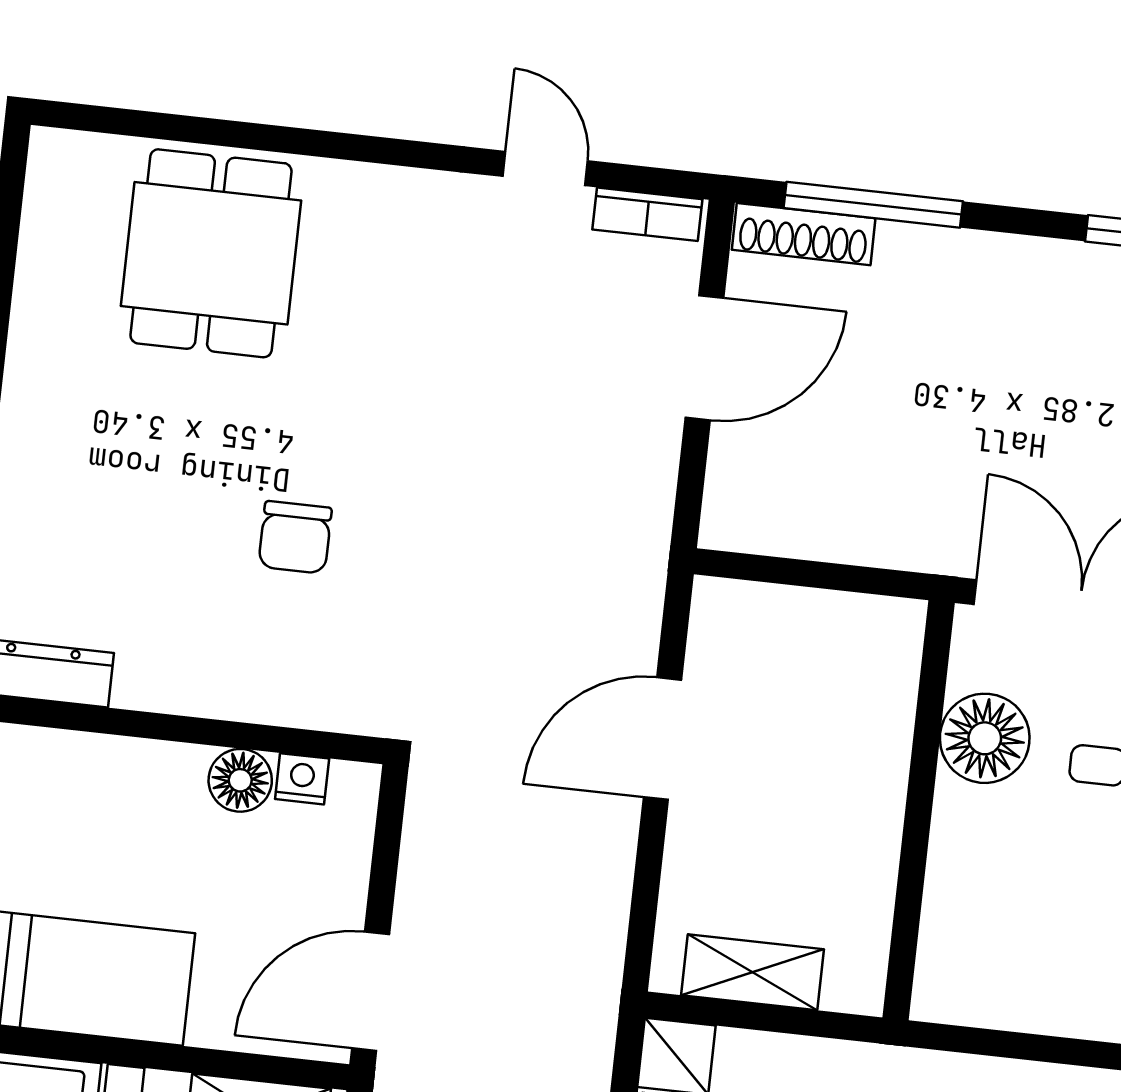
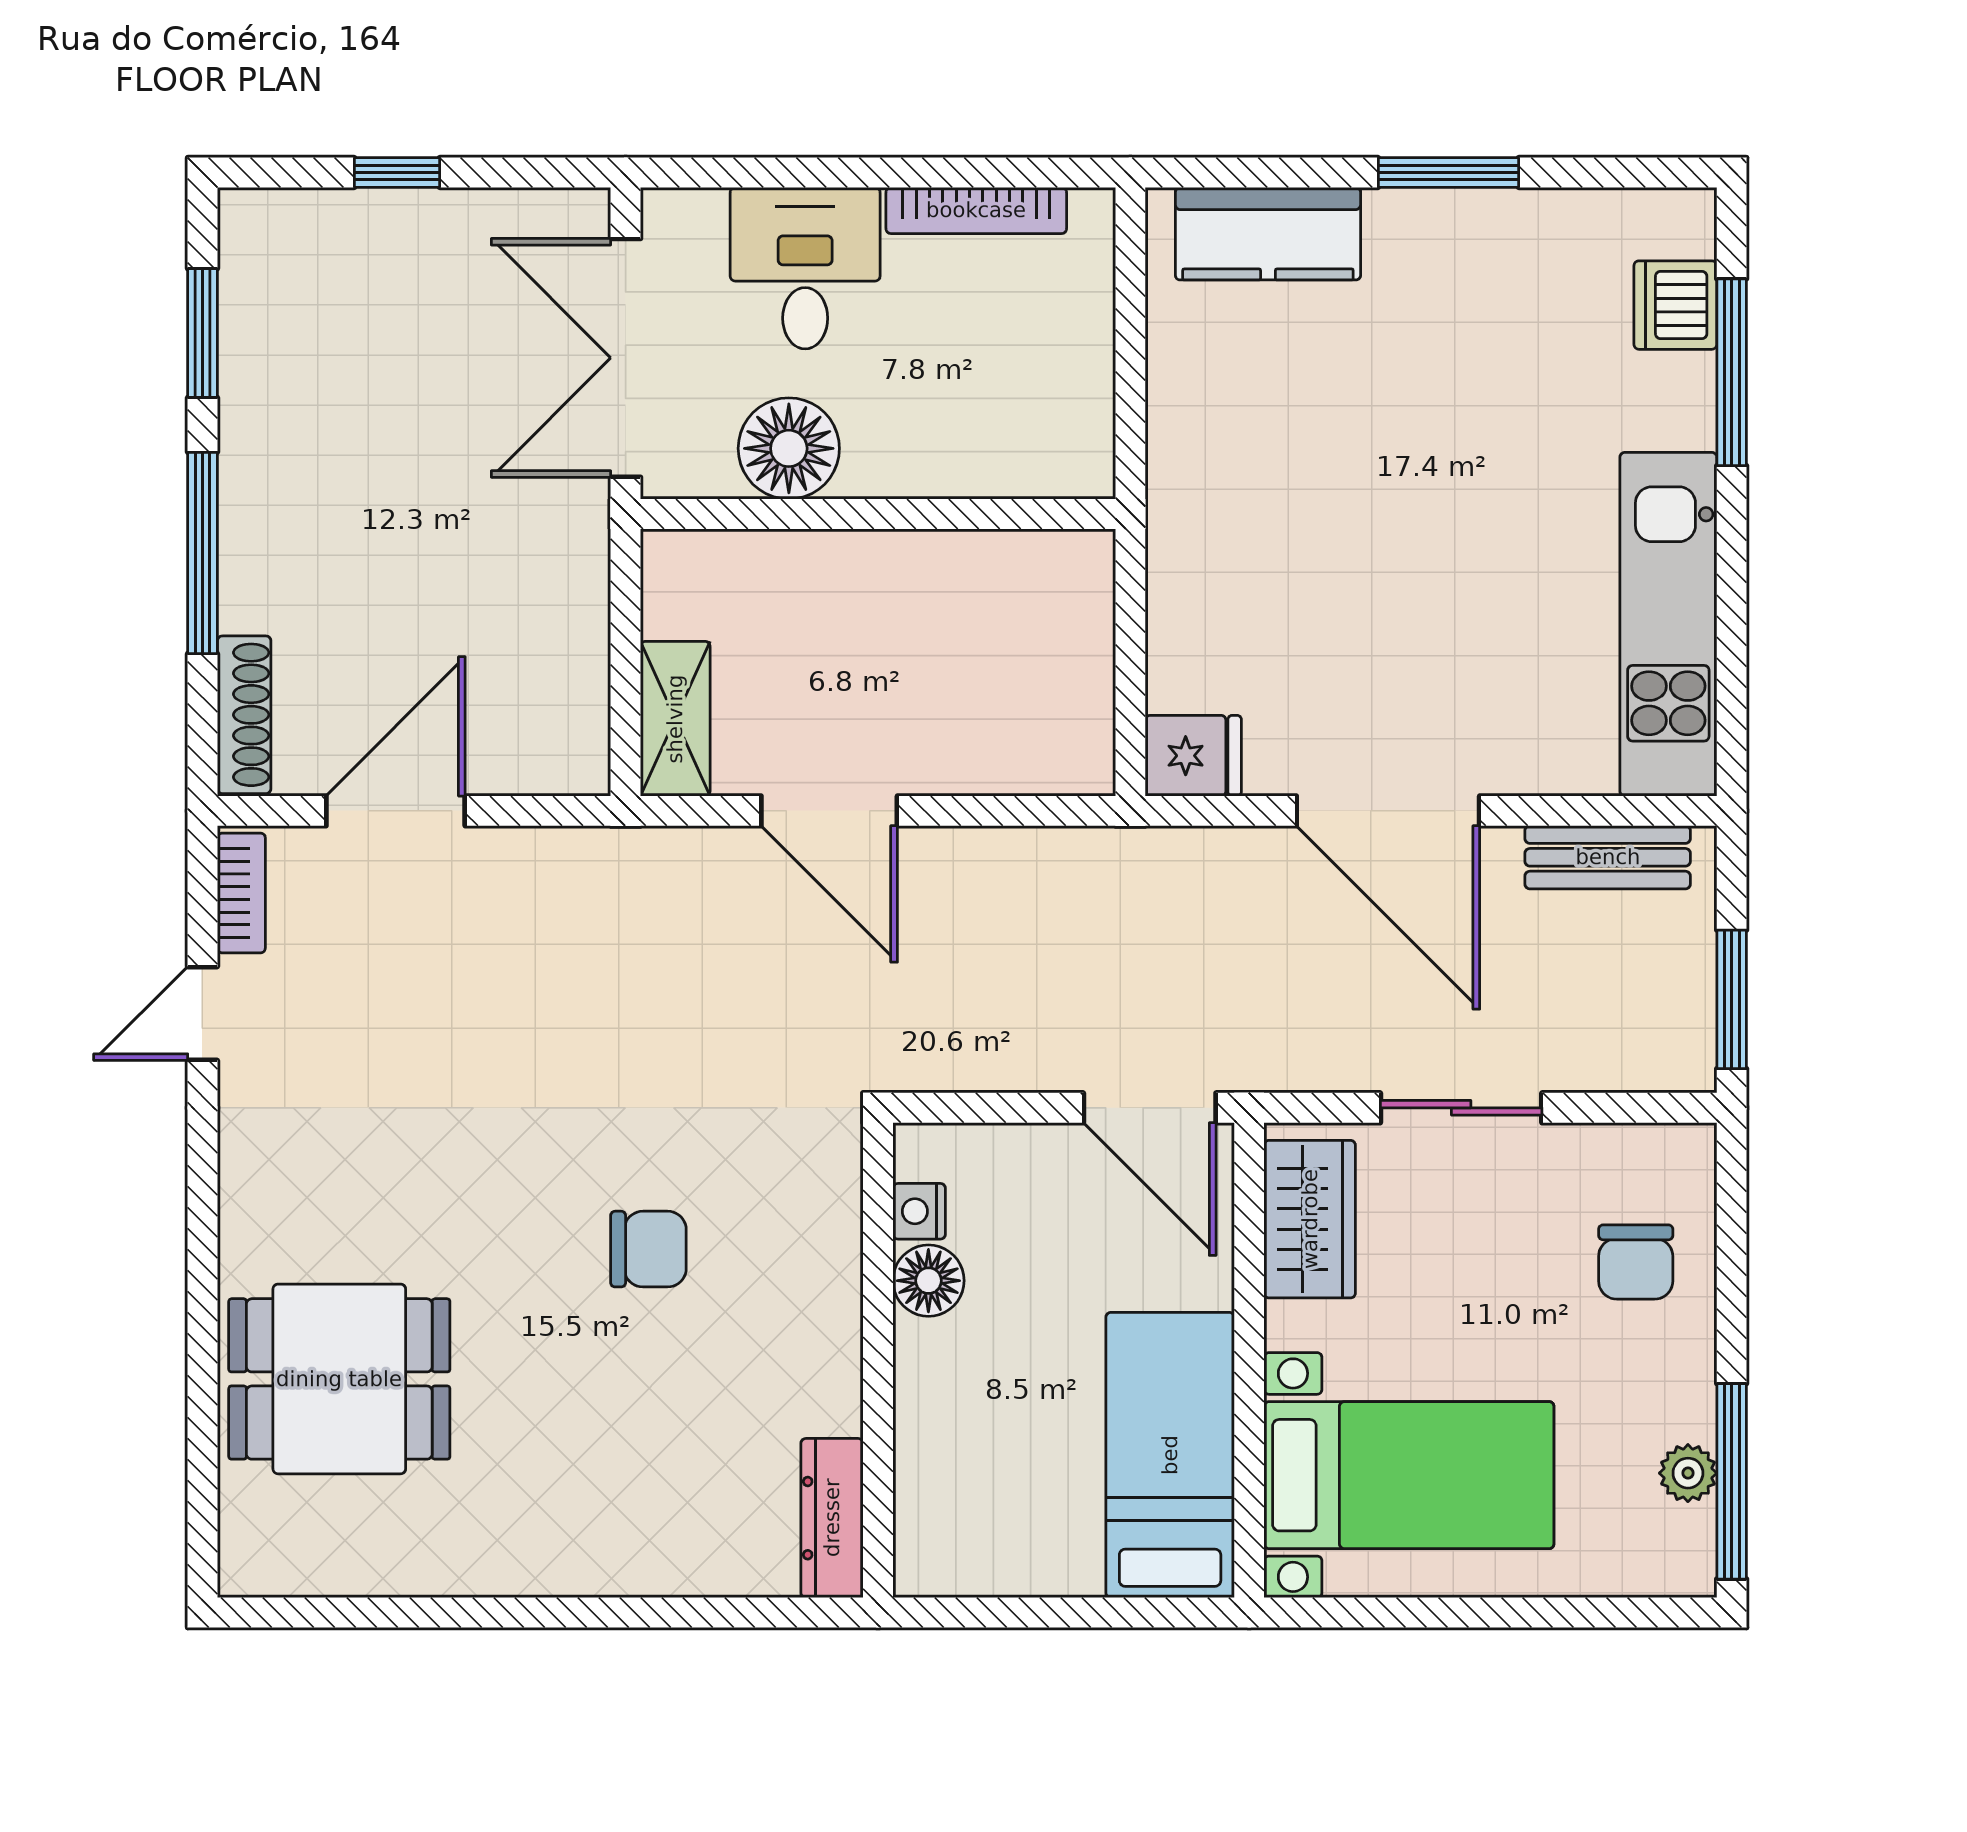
window: (873, 205) -> (202, 553), moved
door: (705, 358) -> (396, 811), hinge flipped
shelving: (753, 972) -> (675, 719), moved

